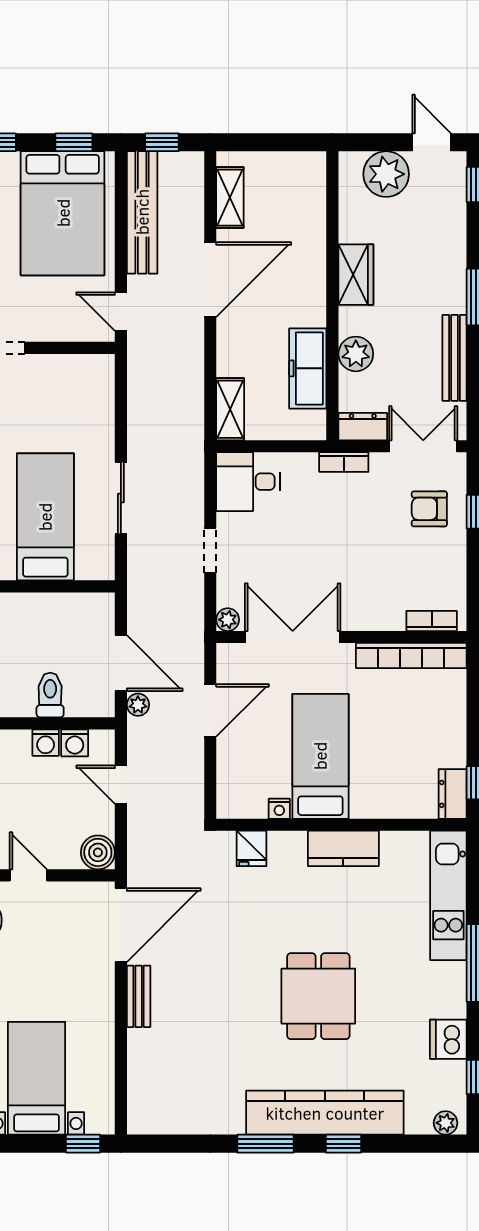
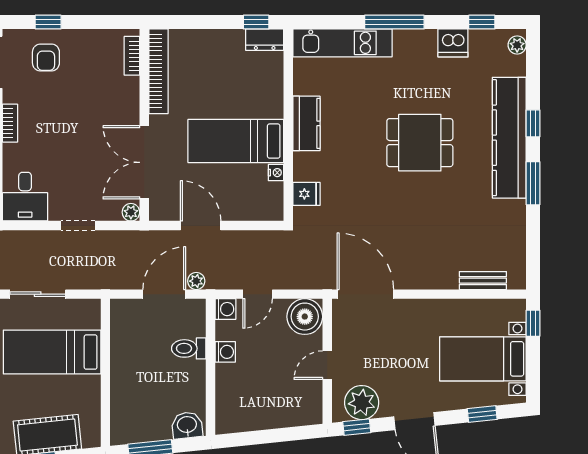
washing machine: (75, 743) -> (225, 309), moved
boiler: (98, 852) -> (305, 317), width x1.37, depth x1.37
bench: (139, 996) -> (483, 281), moved

